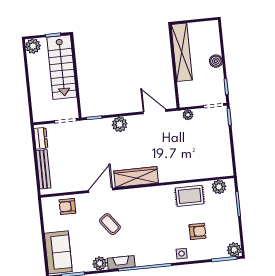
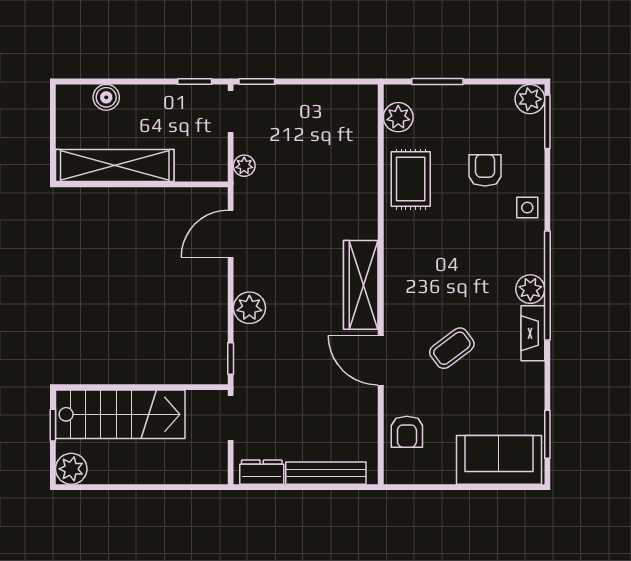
boiler: (216, 61) -> (106, 97), moved
plant: (100, 263) -> (530, 289), moved

